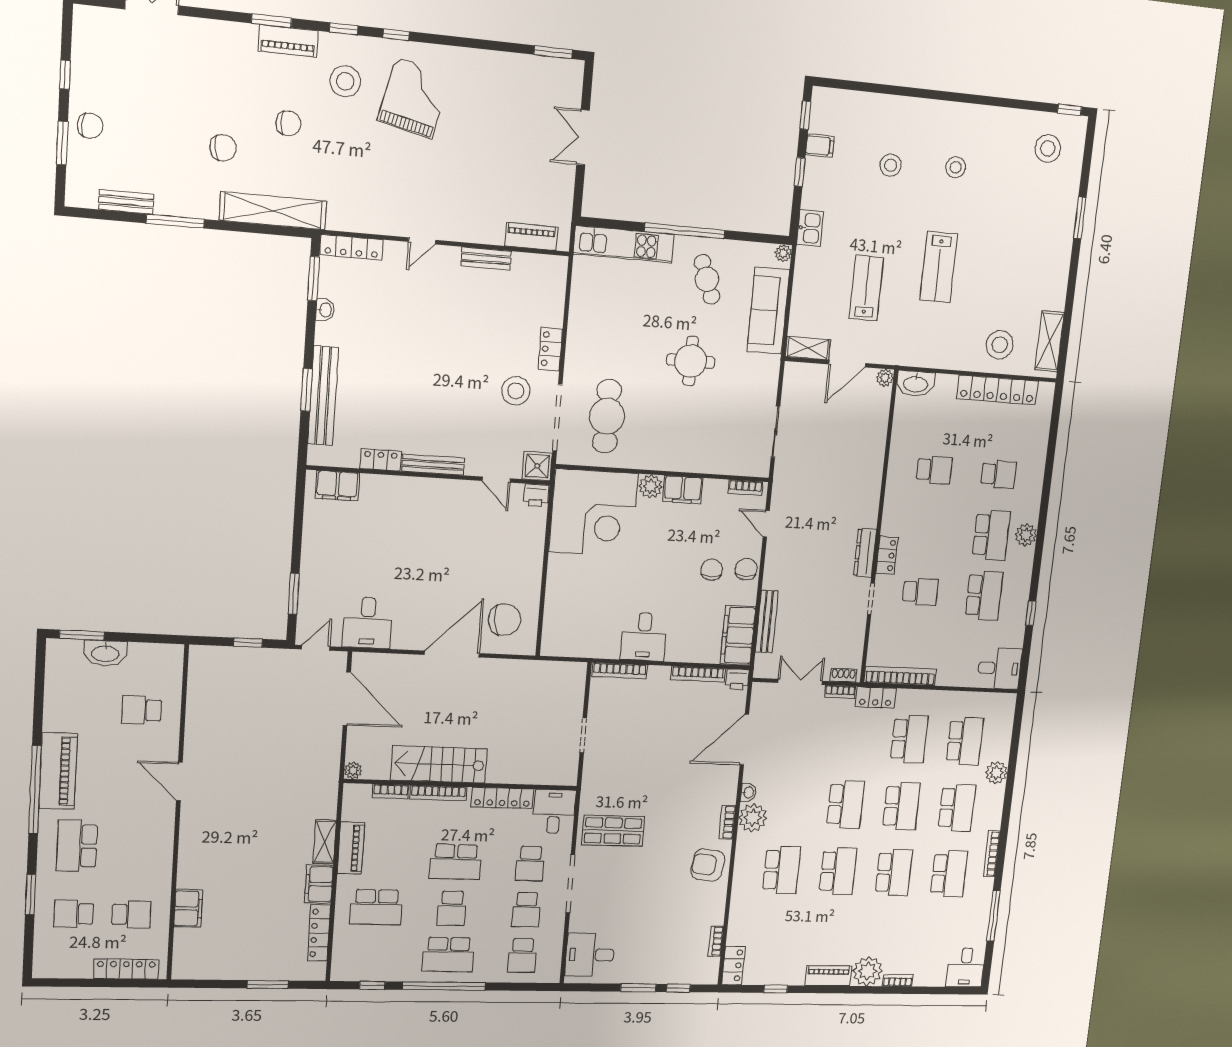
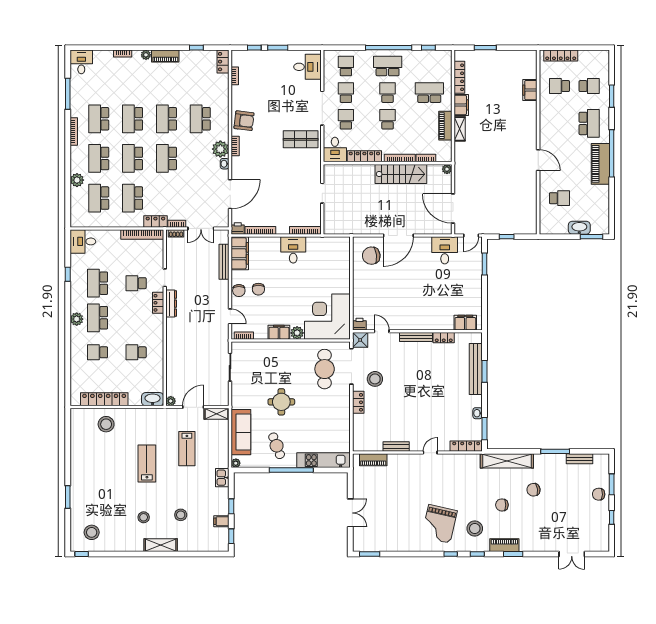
shelving: (1050, 341) -> (161, 545), moved, turned 90
school desk: (455, 862) -> (388, 119), width x0.54
plant: (868, 971) -> (146, 55), width x0.53, depth x0.53

